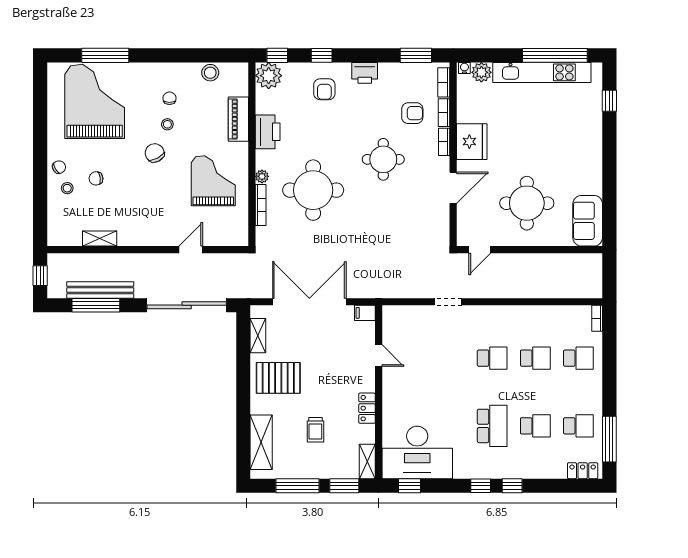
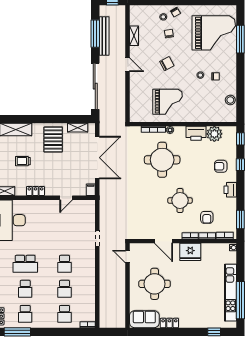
plant: (481, 72) -> (231, 258), removed
plant: (269, 76) -> (214, 134), moved
piano: (238, 119) -> (203, 116), removed
chair: (155, 153) -> (167, 64), moved
locker: (594, 178) -> (169, 323), added
door: (191, 250) -> (128, 65), moved

